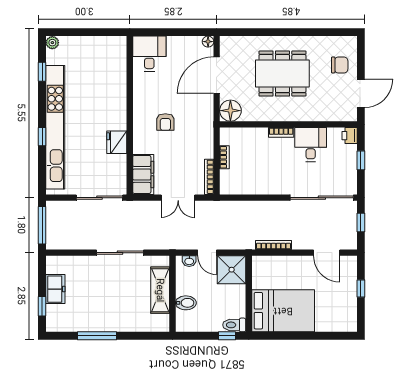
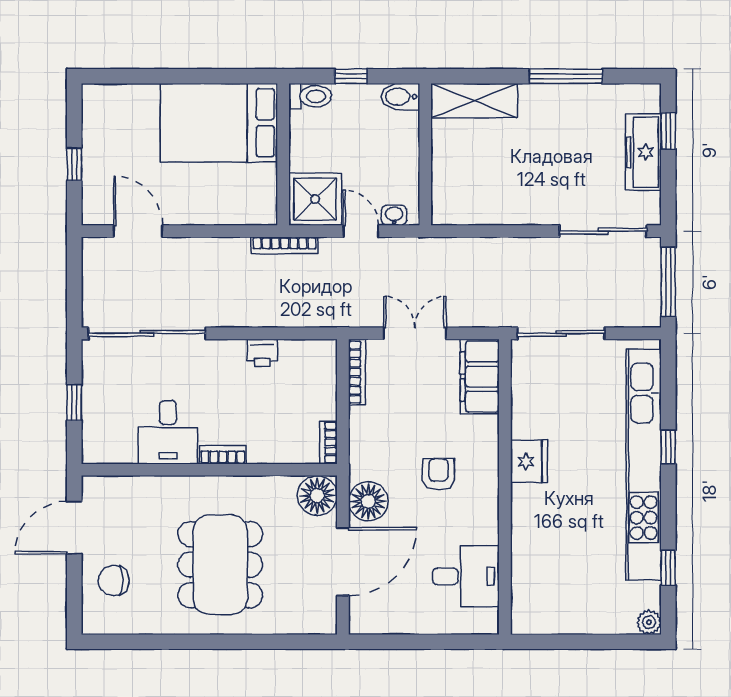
floor lamp: (208, 42) -> (368, 501), moved, width x1.89, depth x1.89
desk: (149, 54) -> (466, 576), moved, turned -90
dining table: (282, 74) -> (220, 565), turned 90
printer: (350, 136) -> (262, 353), moved, turned 90
fridge: (117, 142) -> (529, 461), moved
bookcase: (224, 157) -> (328, 442), moved
window: (361, 223) -> (74, 287), removed
bookcase: (273, 245) -> (285, 245), moved
sliding door: (120, 253) -> (603, 231), moved
freezer: (55, 289) -> (643, 152), width x1.40
shelving: (160, 290) -> (474, 101), moved, turned 90
bidet: (186, 303) -> (400, 97), moved
window: (227, 336) -> (351, 76), moved

